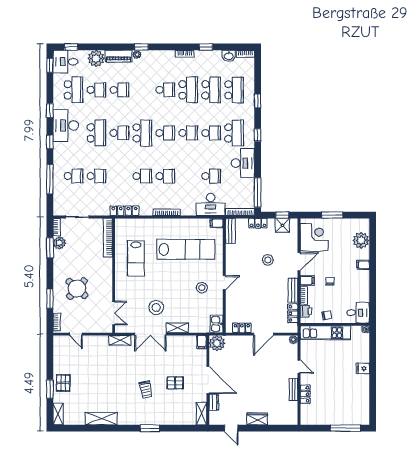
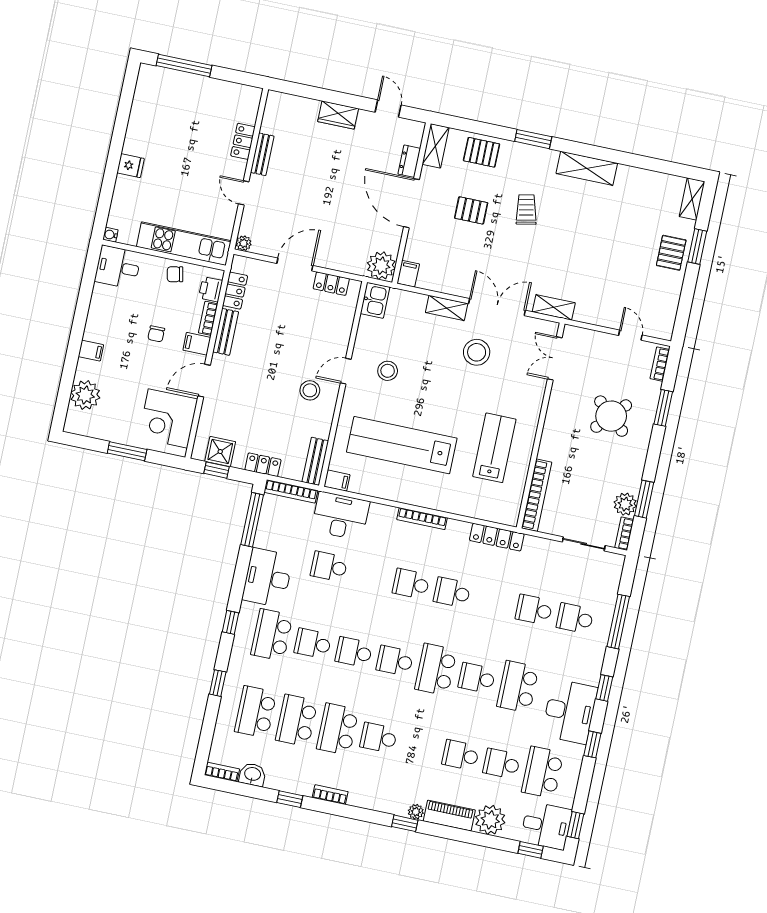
stool: (268, 260) -> (310, 390), moved
pallet: (176, 415) -> (481, 152), added
shelving: (101, 419) -> (587, 168), moved

